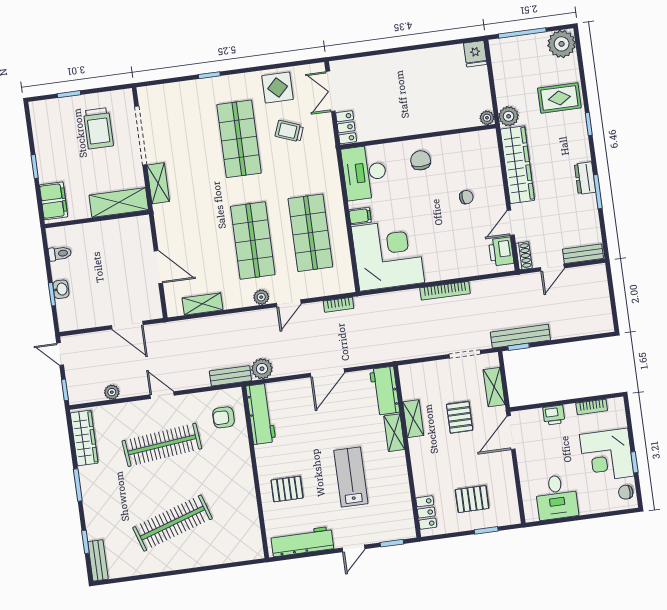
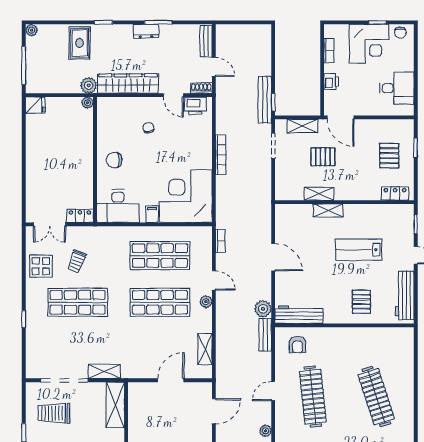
plant: (562, 44) -> (32, 30), width x0.53, depth x0.53
trolley: (98, 128) -> (54, 413), turned 180
workbench: (385, 391) -> (294, 214), removed

